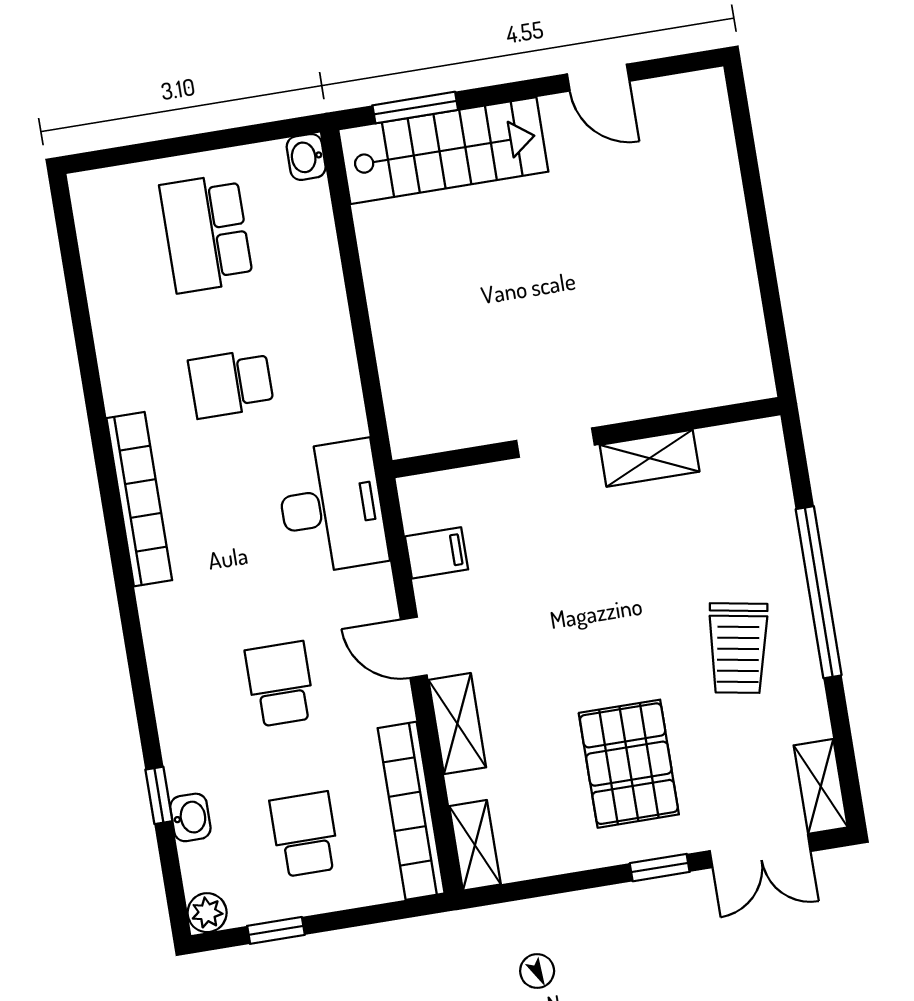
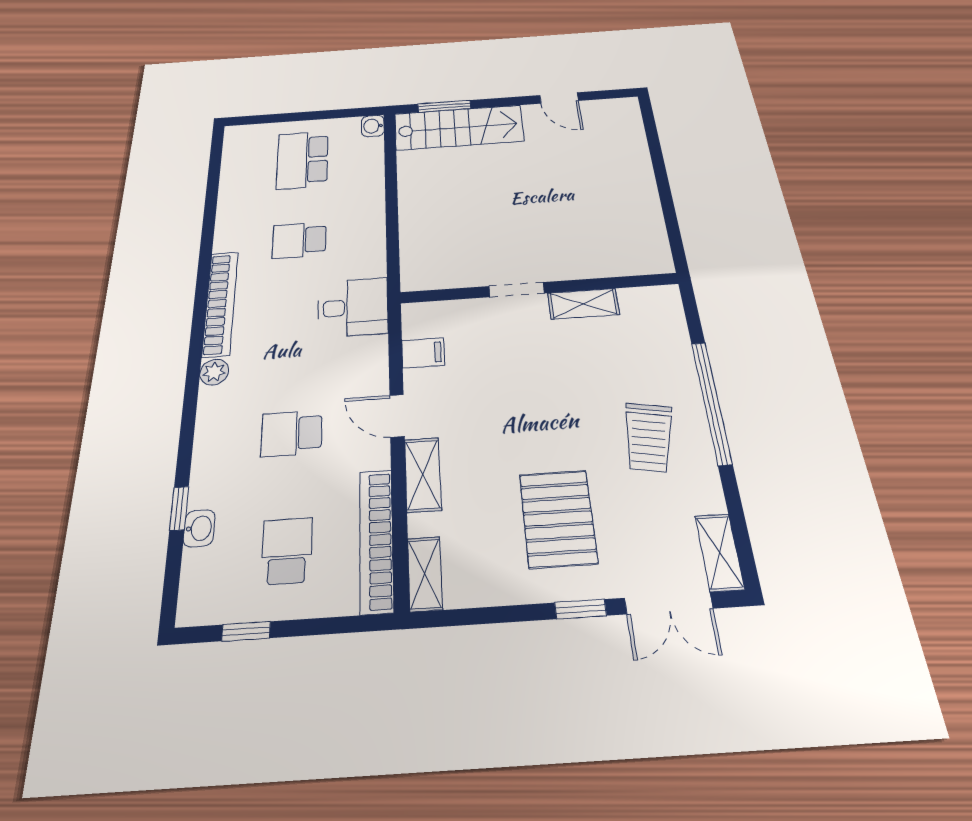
desk: (332, 507) -> (353, 307), width x0.73
school desk: (280, 684) -> (292, 433), turned -90
plant: (207, 913) -> (214, 372), moved

